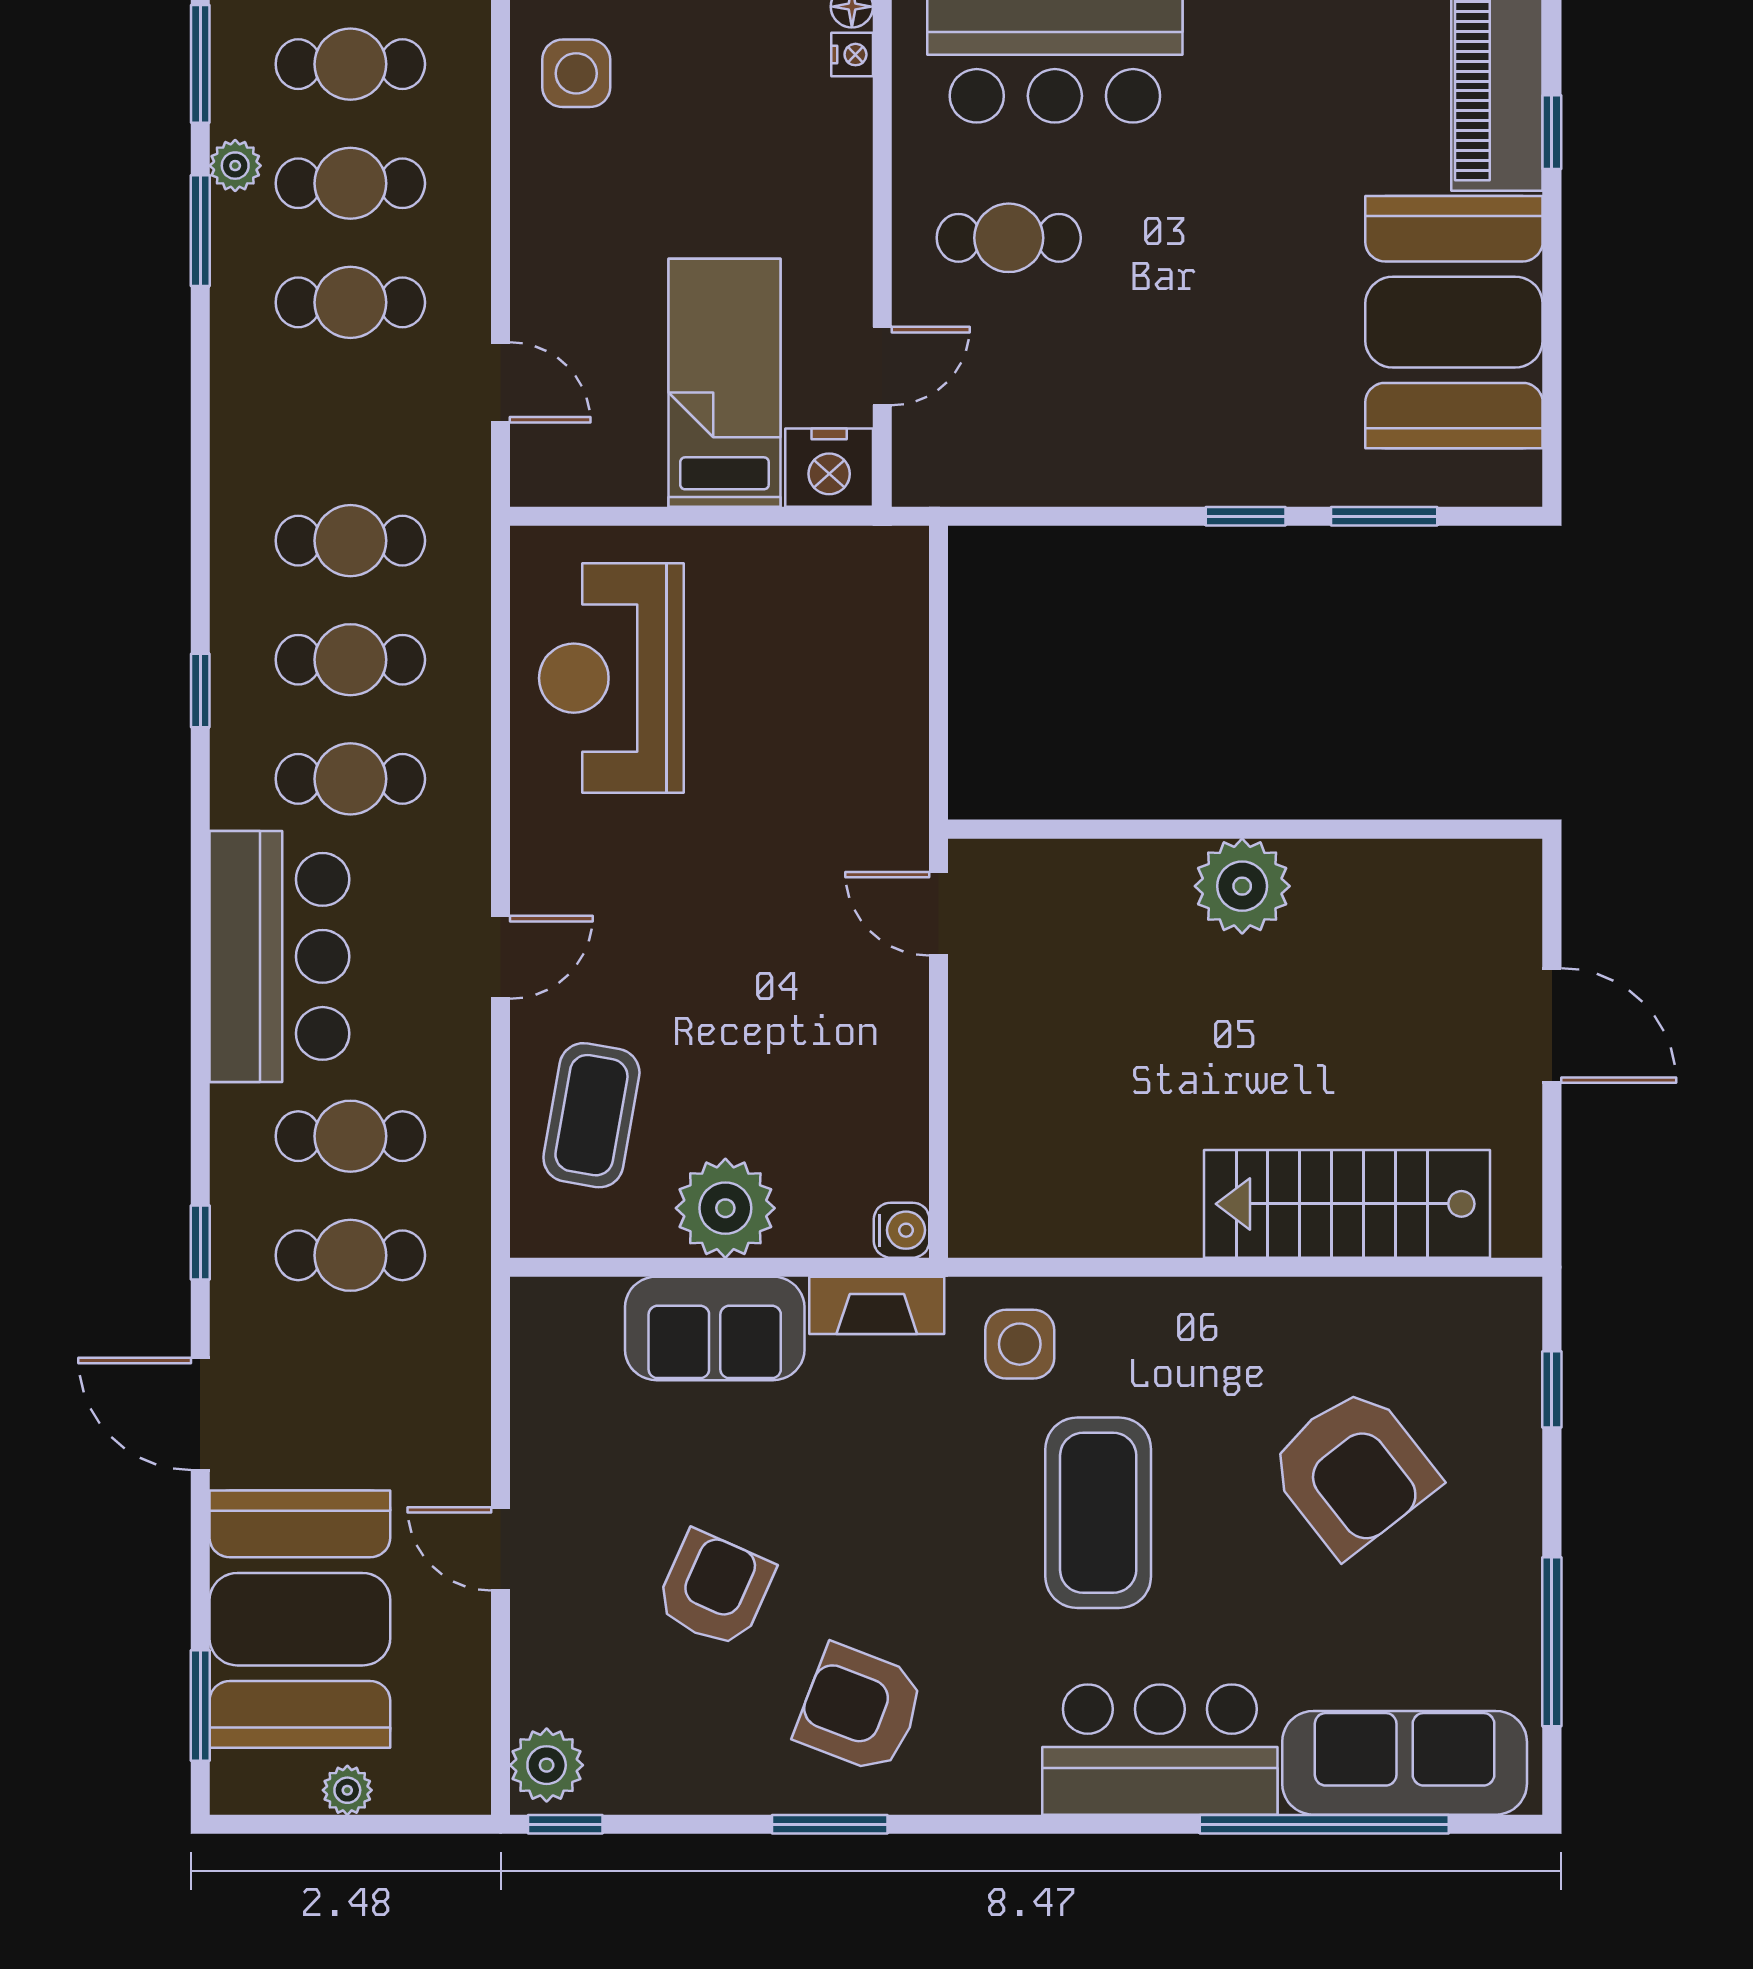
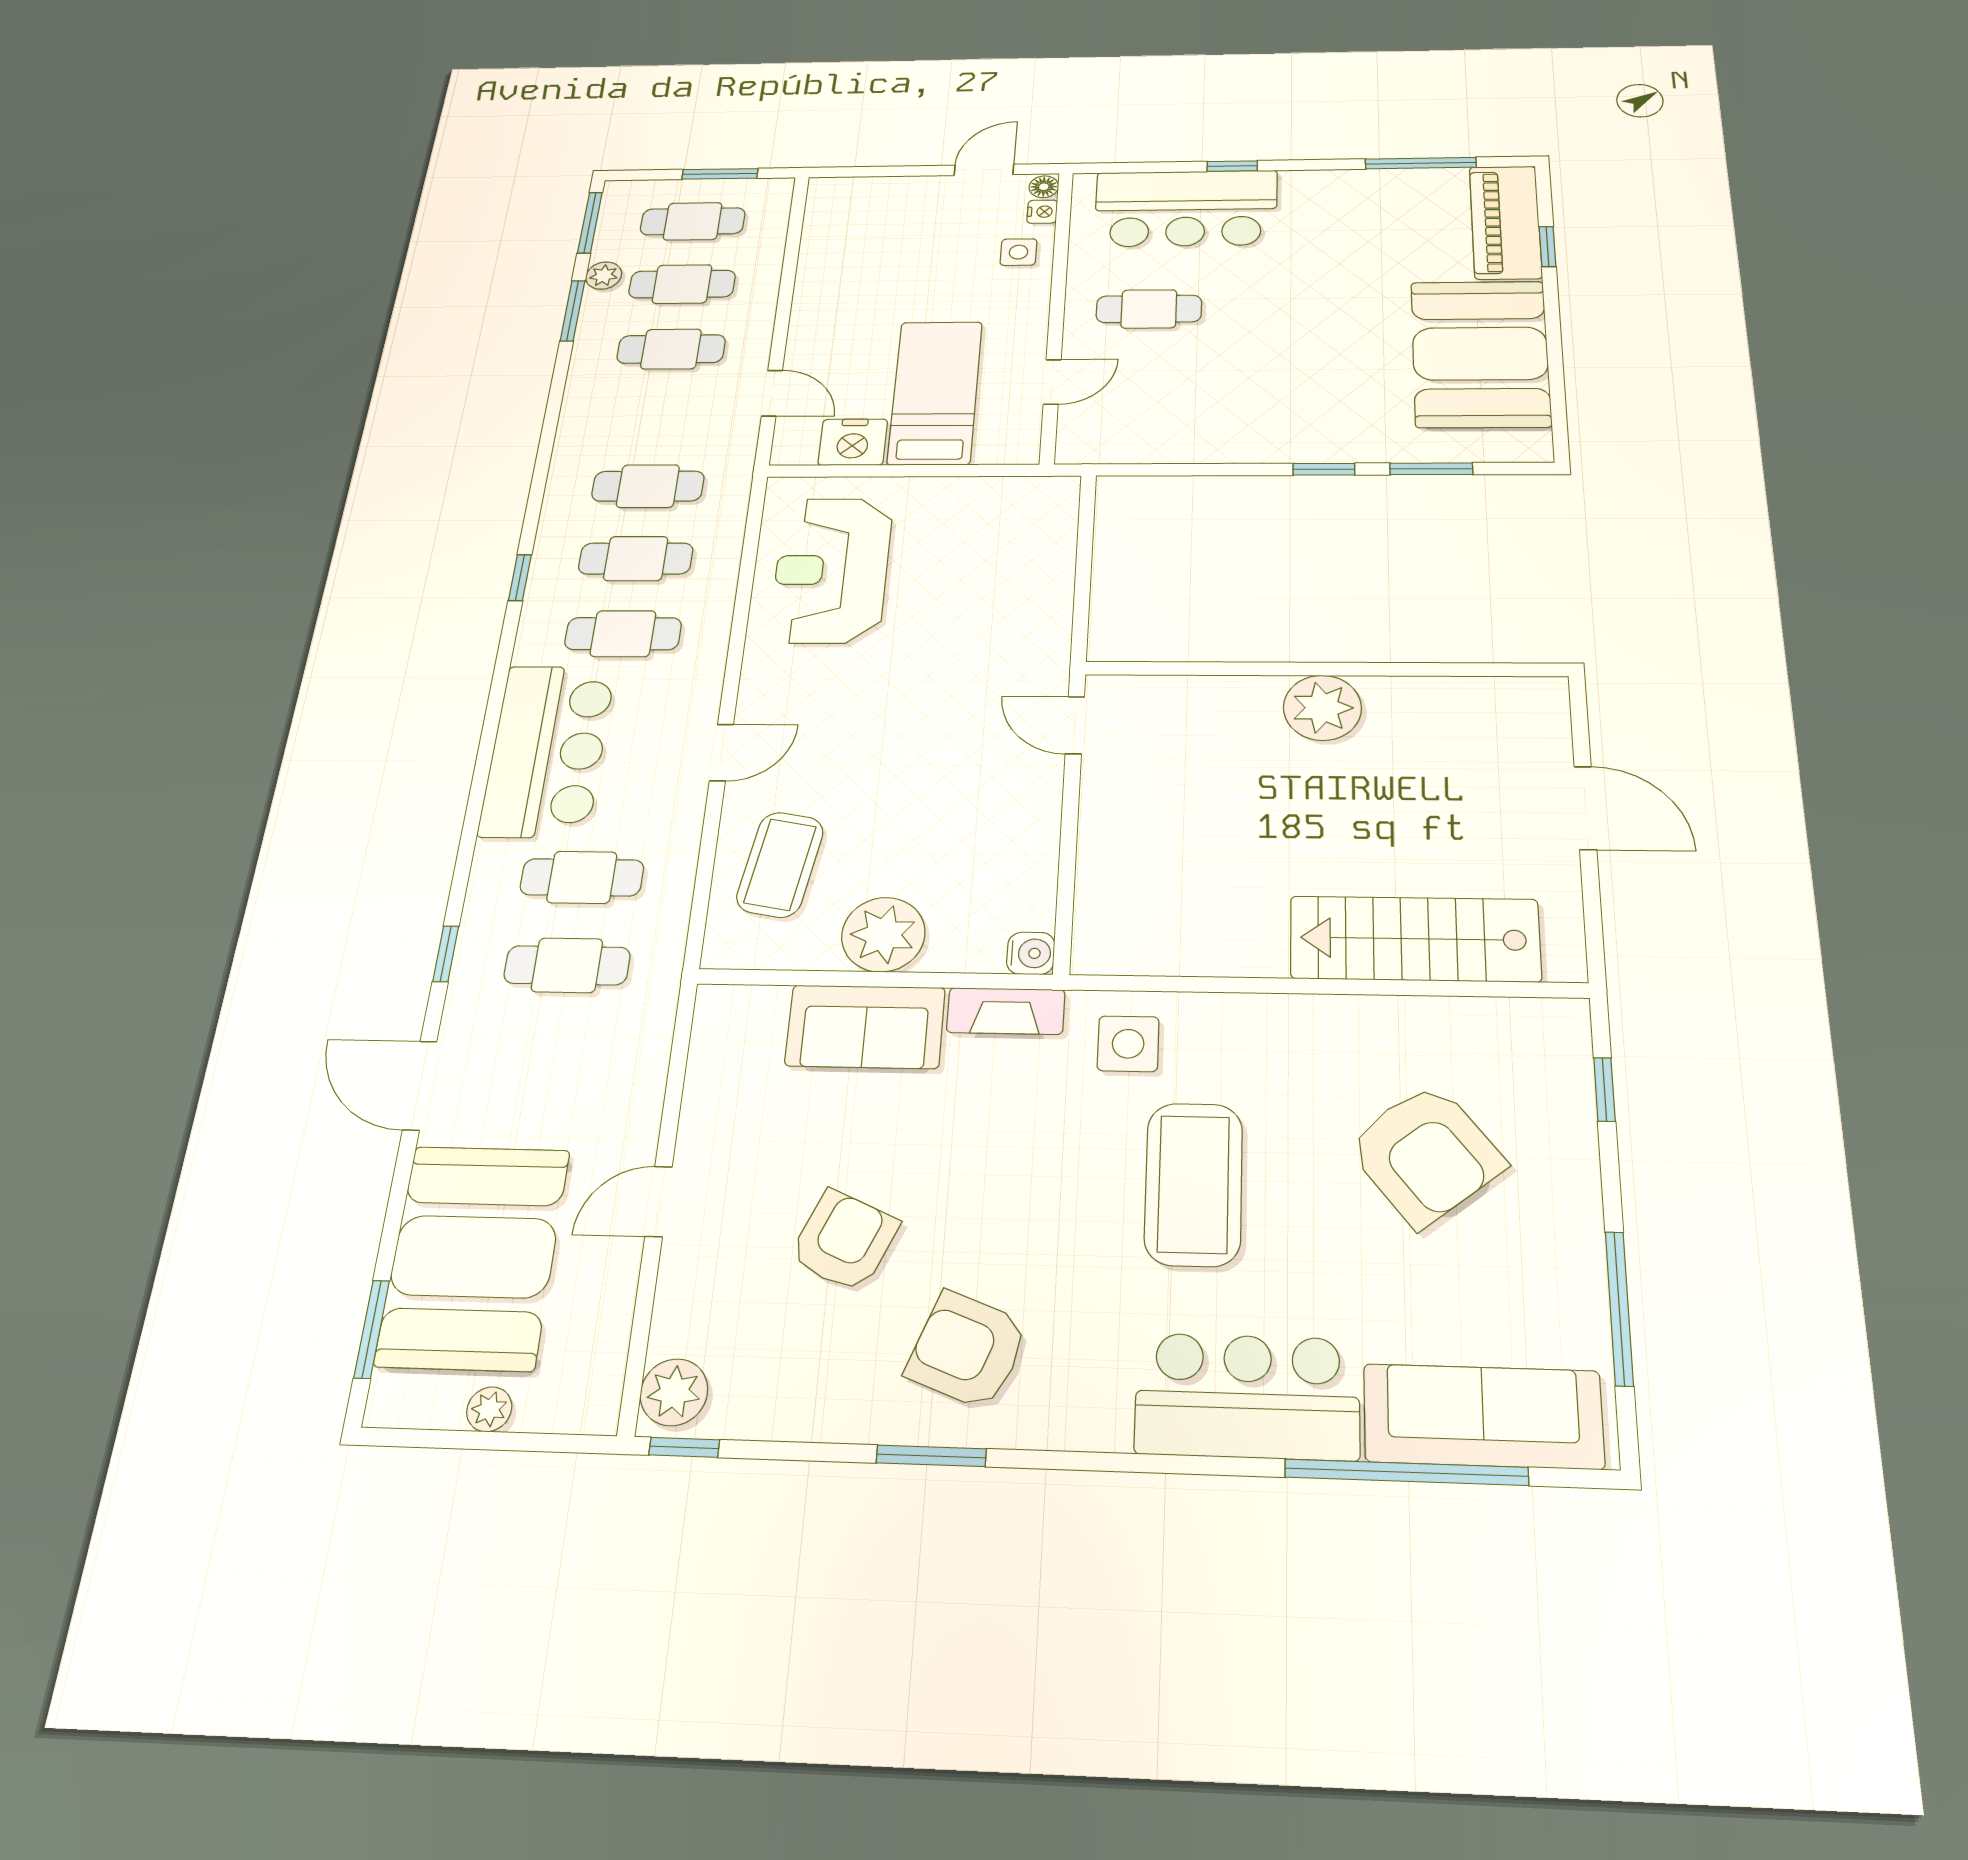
side table: (576, 73) -> (1018, 252), moved, width x0.73, depth x0.73
nightstand: (829, 468) -> (853, 442), moved
door: (501, 1549) -> (659, 1201), hinge flipped

